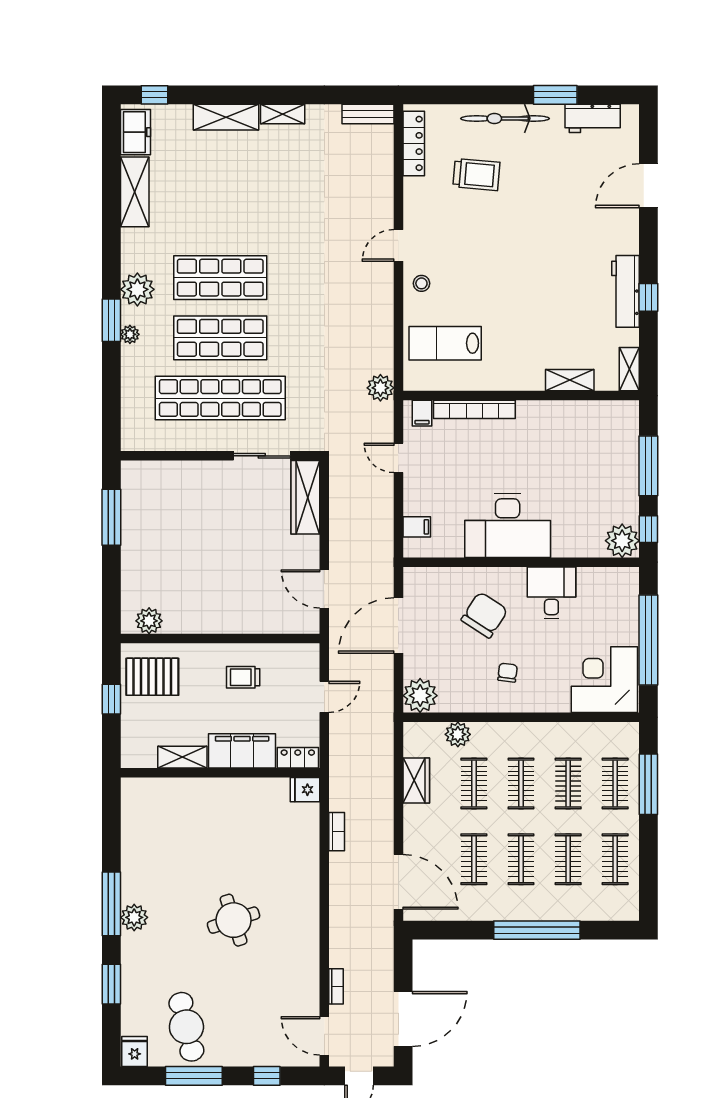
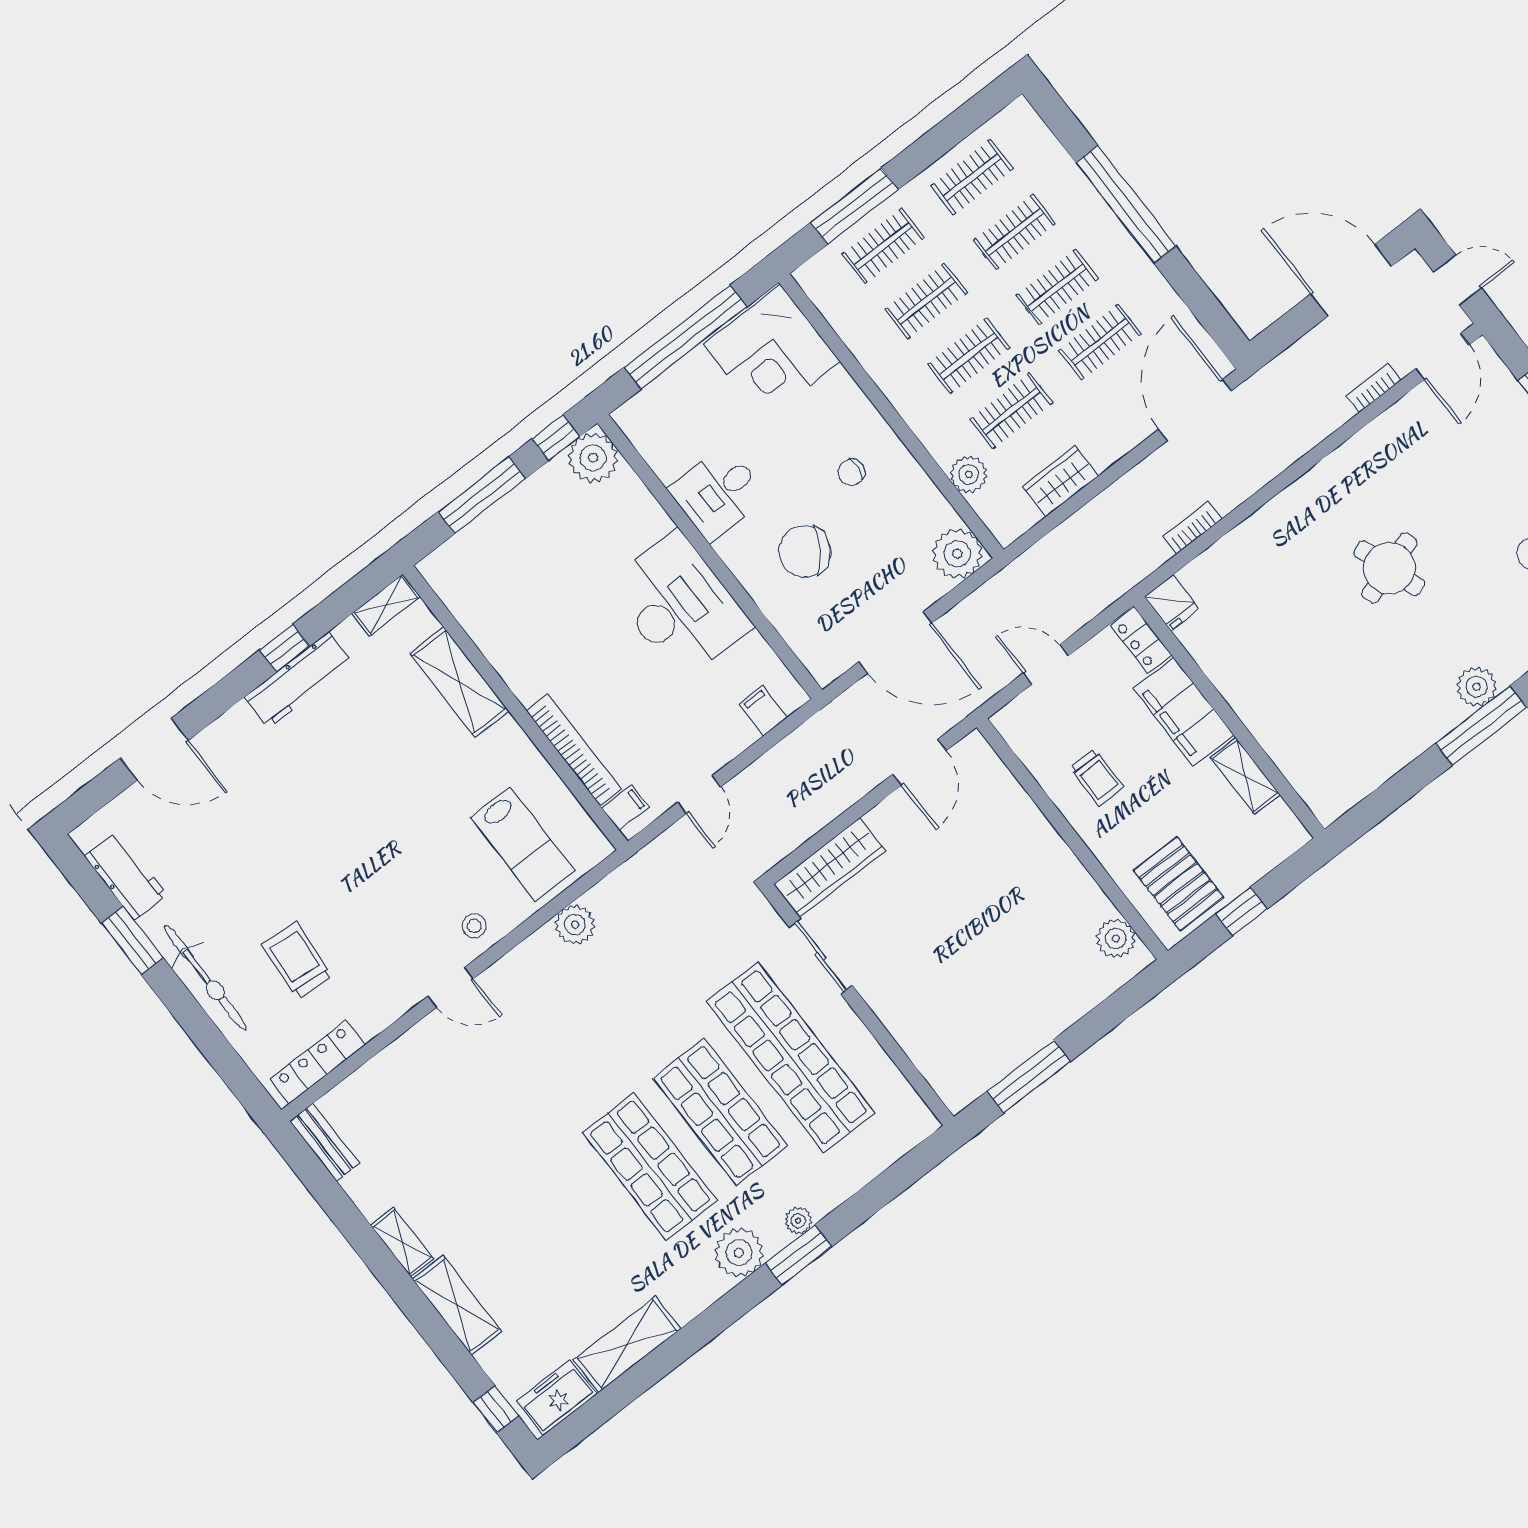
shelving: (570, 380) -> (459, 682), width x1.50, depth x1.33
plant: (380, 388) -> (575, 925), moved

